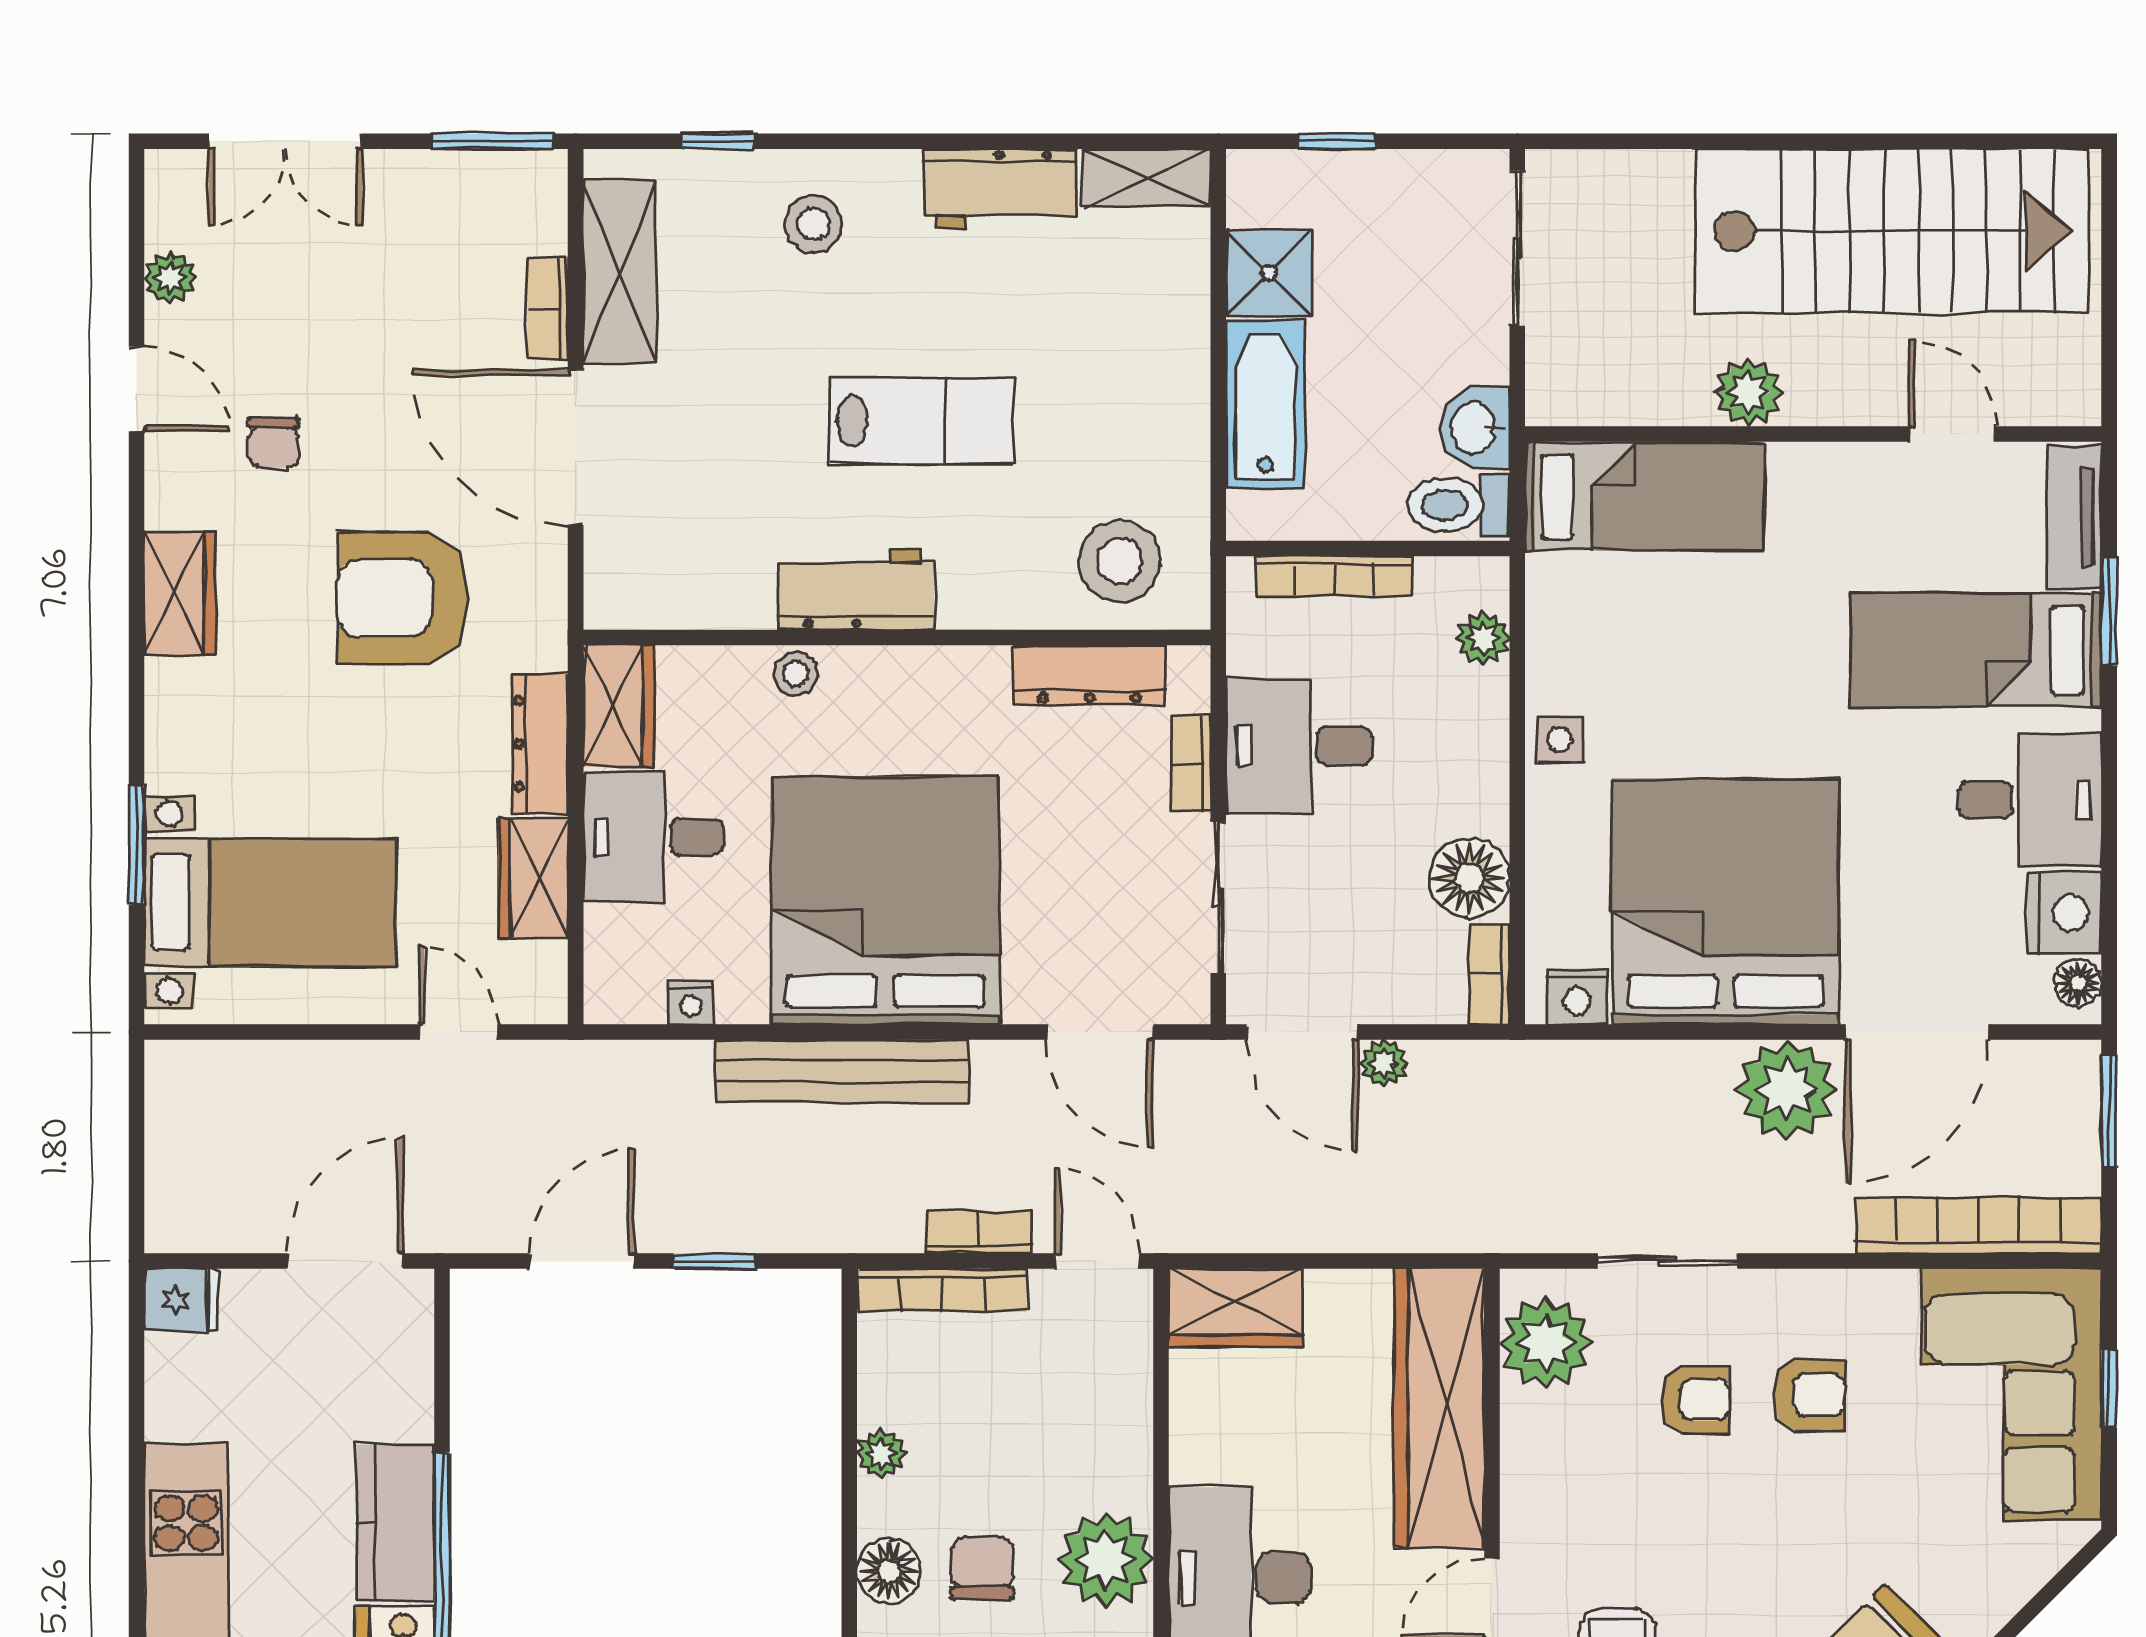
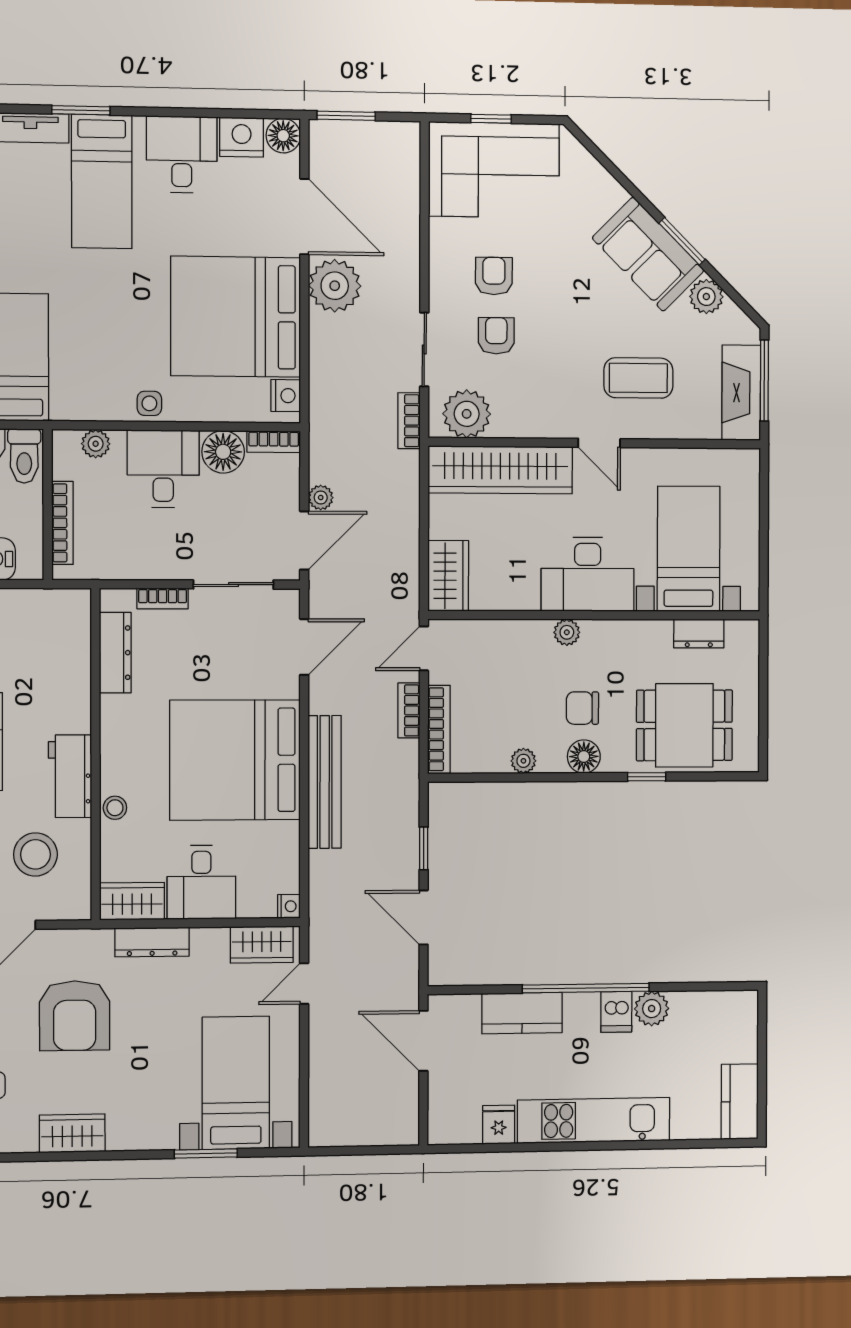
stool: (1119, 561) -> (35, 854), moved
desk: (1299, 746) -> (163, 469), moved, turned 180
wardrobe: (533, 879) -> (262, 945), moved
floor lamp: (2078, 983) -> (283, 136), width x1.37, depth x1.37
nightstand: (691, 1003) -> (289, 906), moved
bookcase: (1978, 1225) -> (409, 421), moved, width x0.43, depth x0.76
fridge: (181, 1300) -> (499, 1125), moved
kitchen counter: (395, 1522) -> (522, 1013), moved
plant: (1106, 1560) -> (567, 632), width x0.53, depth x0.53

